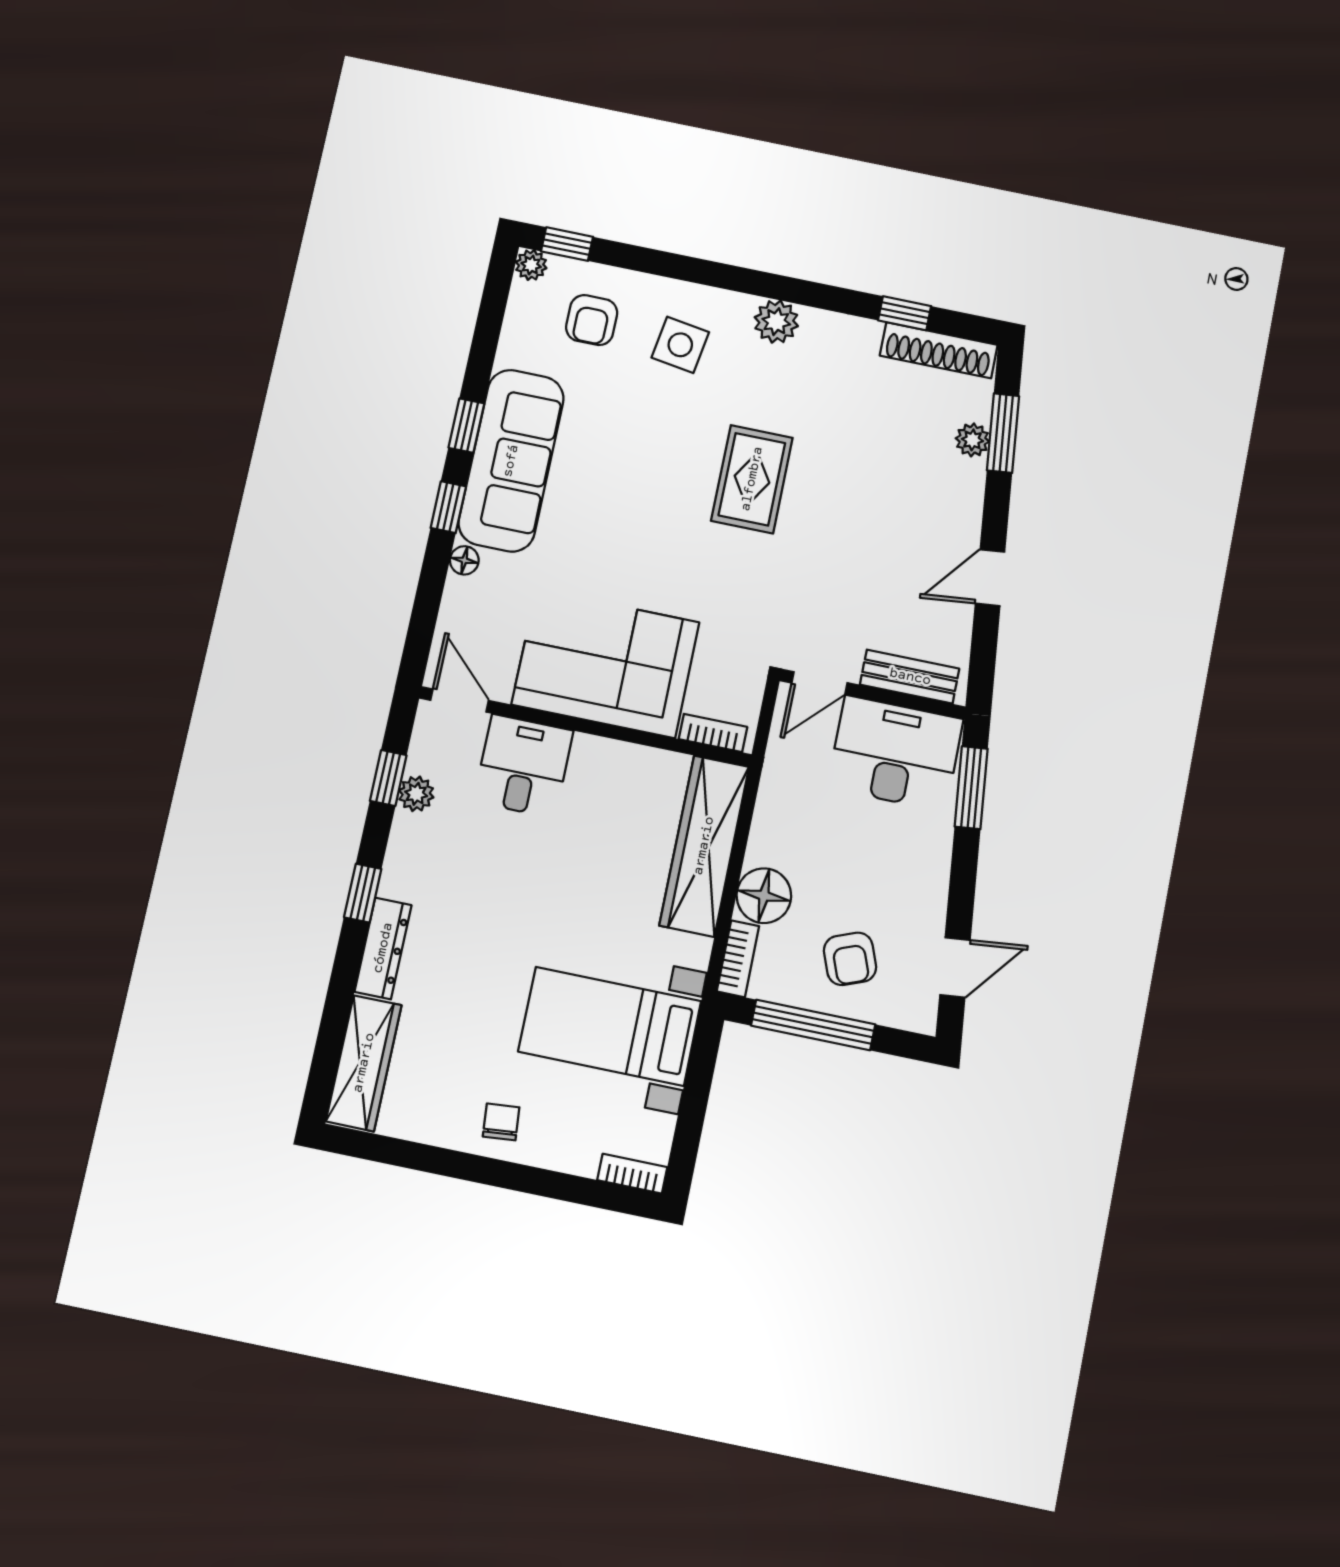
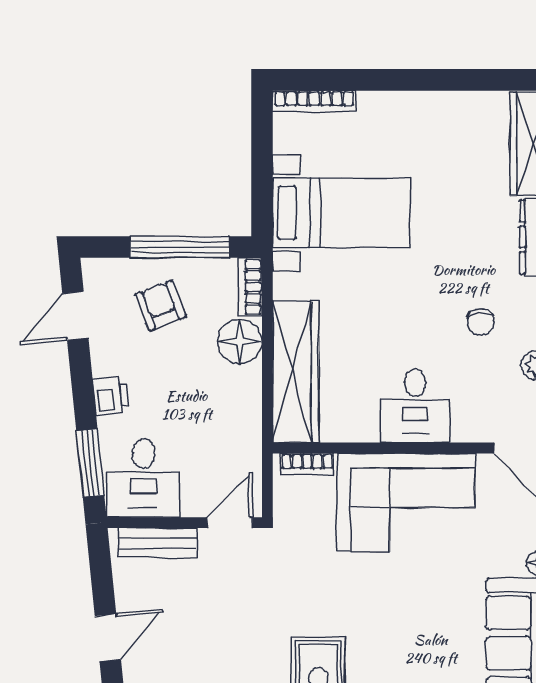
desk: (895, 753) -> (143, 478), width x0.73
desk: (523, 766) -> (415, 406), moved
printer: (931, 862) -> (111, 396), added
chair: (501, 1122) -> (480, 322), moved
bookcase: (632, 1174) -> (314, 101), width x1.56

